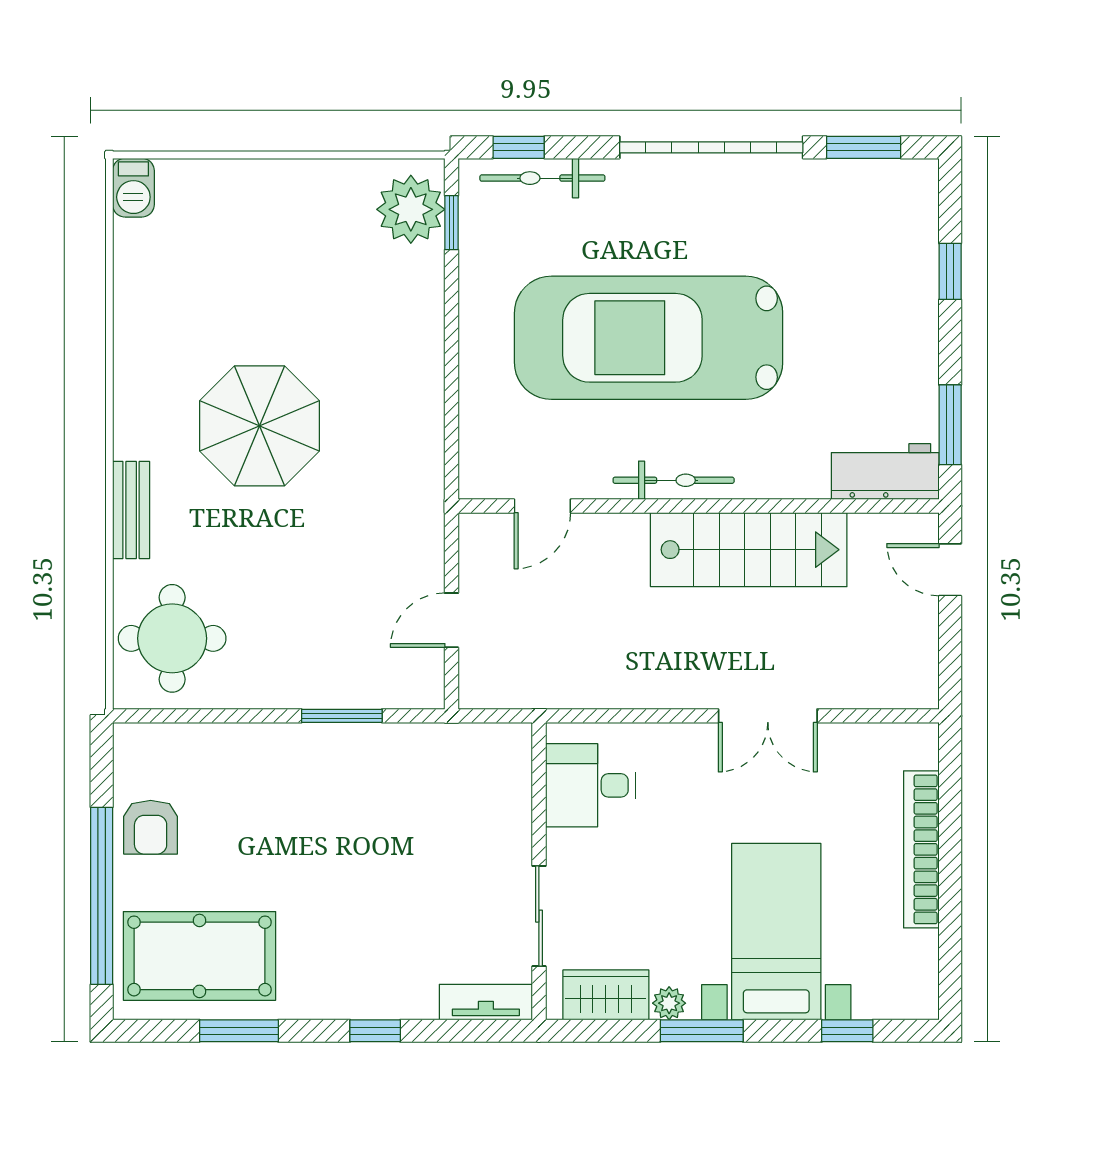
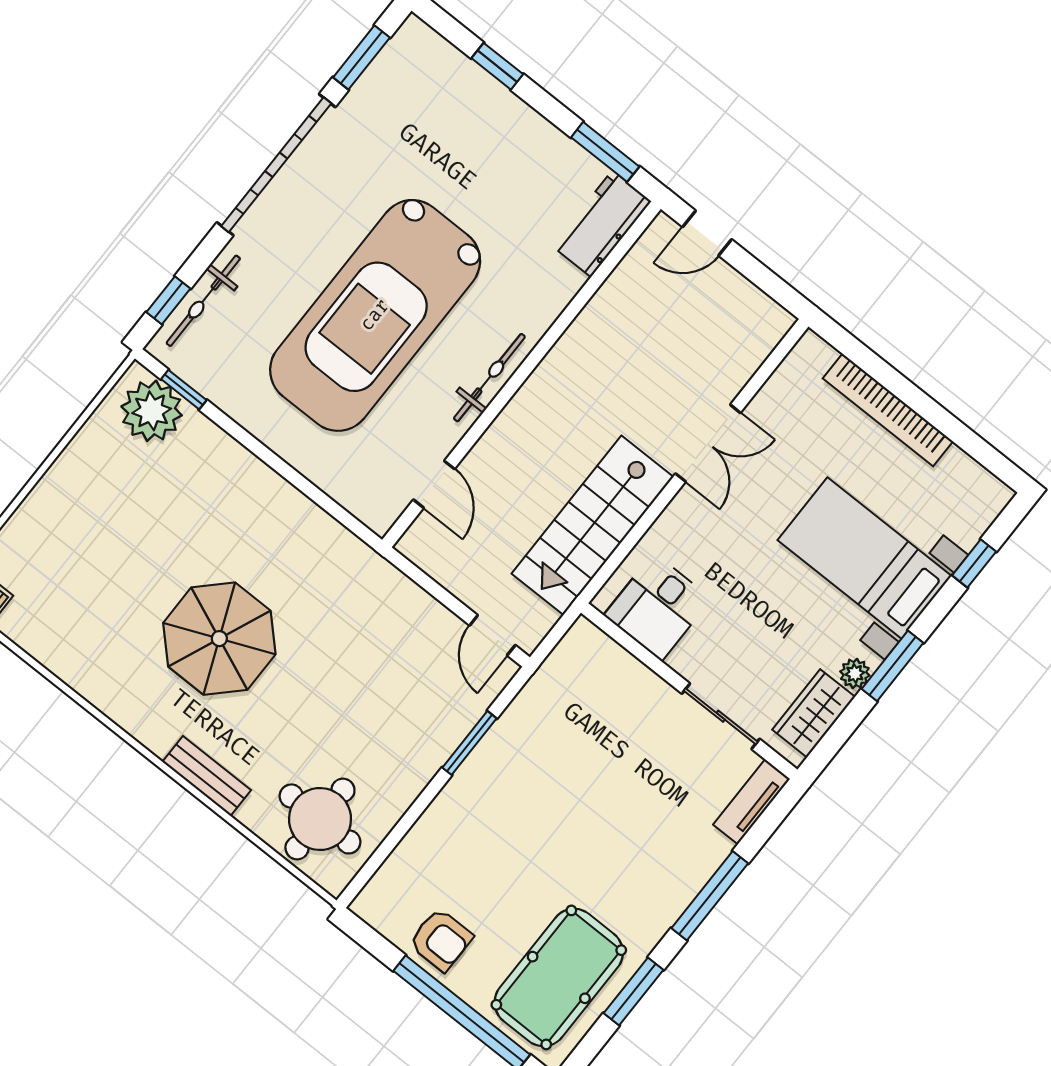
stairs: (749, 550) -> (592, 525), moved, turned 180
door: (452, 620) -> (492, 635), moved
window: (375, 1031) -> (710, 896), width x2.17

